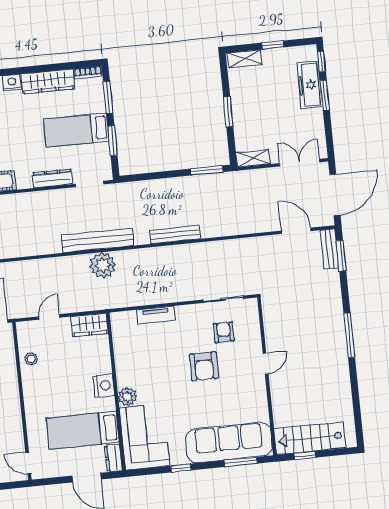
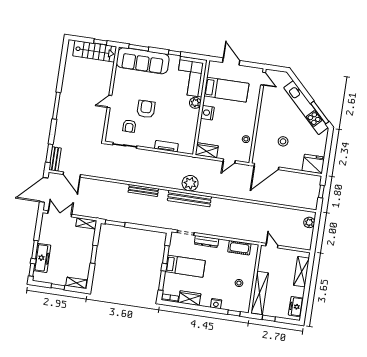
wardrobe: (48, 81) -> (190, 298), width x0.67
double door: (299, 163) -> (60, 214), swing flipped
dresser: (113, 458) -> (213, 69), removed

